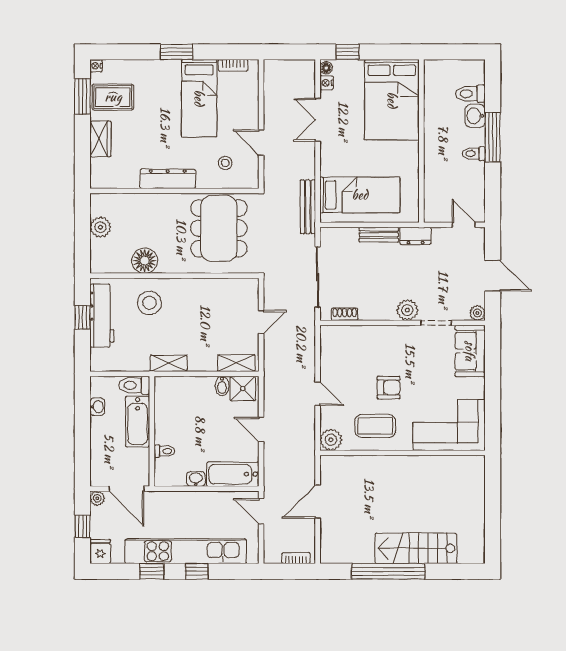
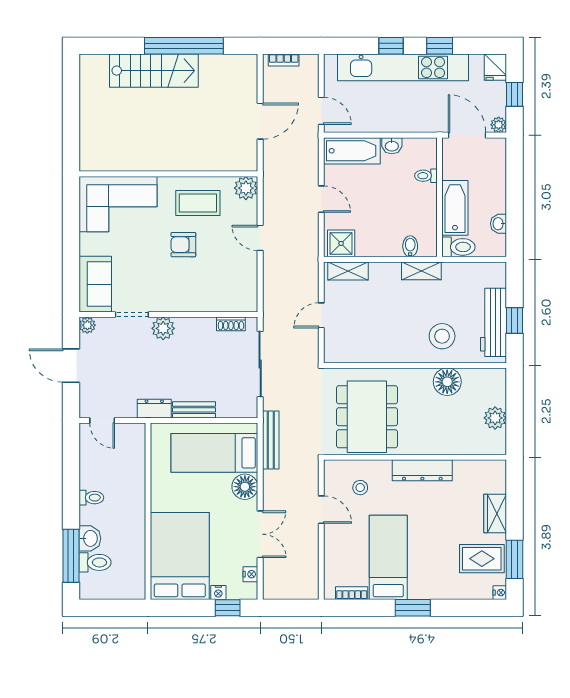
nightstand: (356, 66) -> (218, 592), added
floor lamp: (326, 68) -> (245, 487), moved, width x1.89, depth x1.89
window: (493, 137) -> (71, 556), moved
bidet: (222, 386) -> (410, 246), moved

